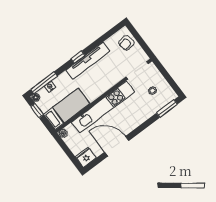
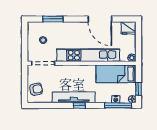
window: (167, 109) -> (53, 19), moved

